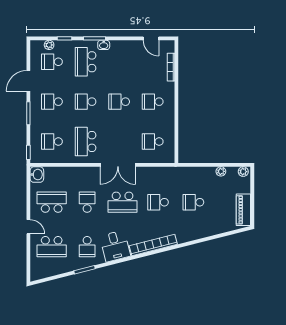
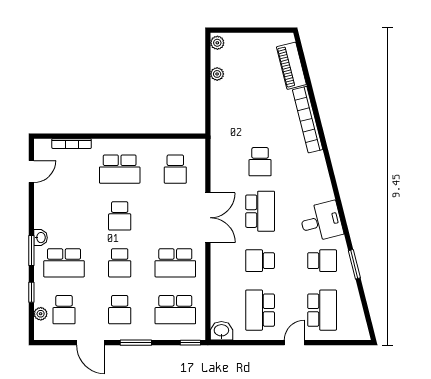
school desk: (153, 102) -> (120, 169), width x1.85
school desk: (52, 142) -> (175, 310), width x1.85
school desk: (193, 202) -> (260, 112), removed
piano: (243, 210) -> (291, 66), moved, turned 76
bookcase: (153, 245) -> (308, 120), moved

